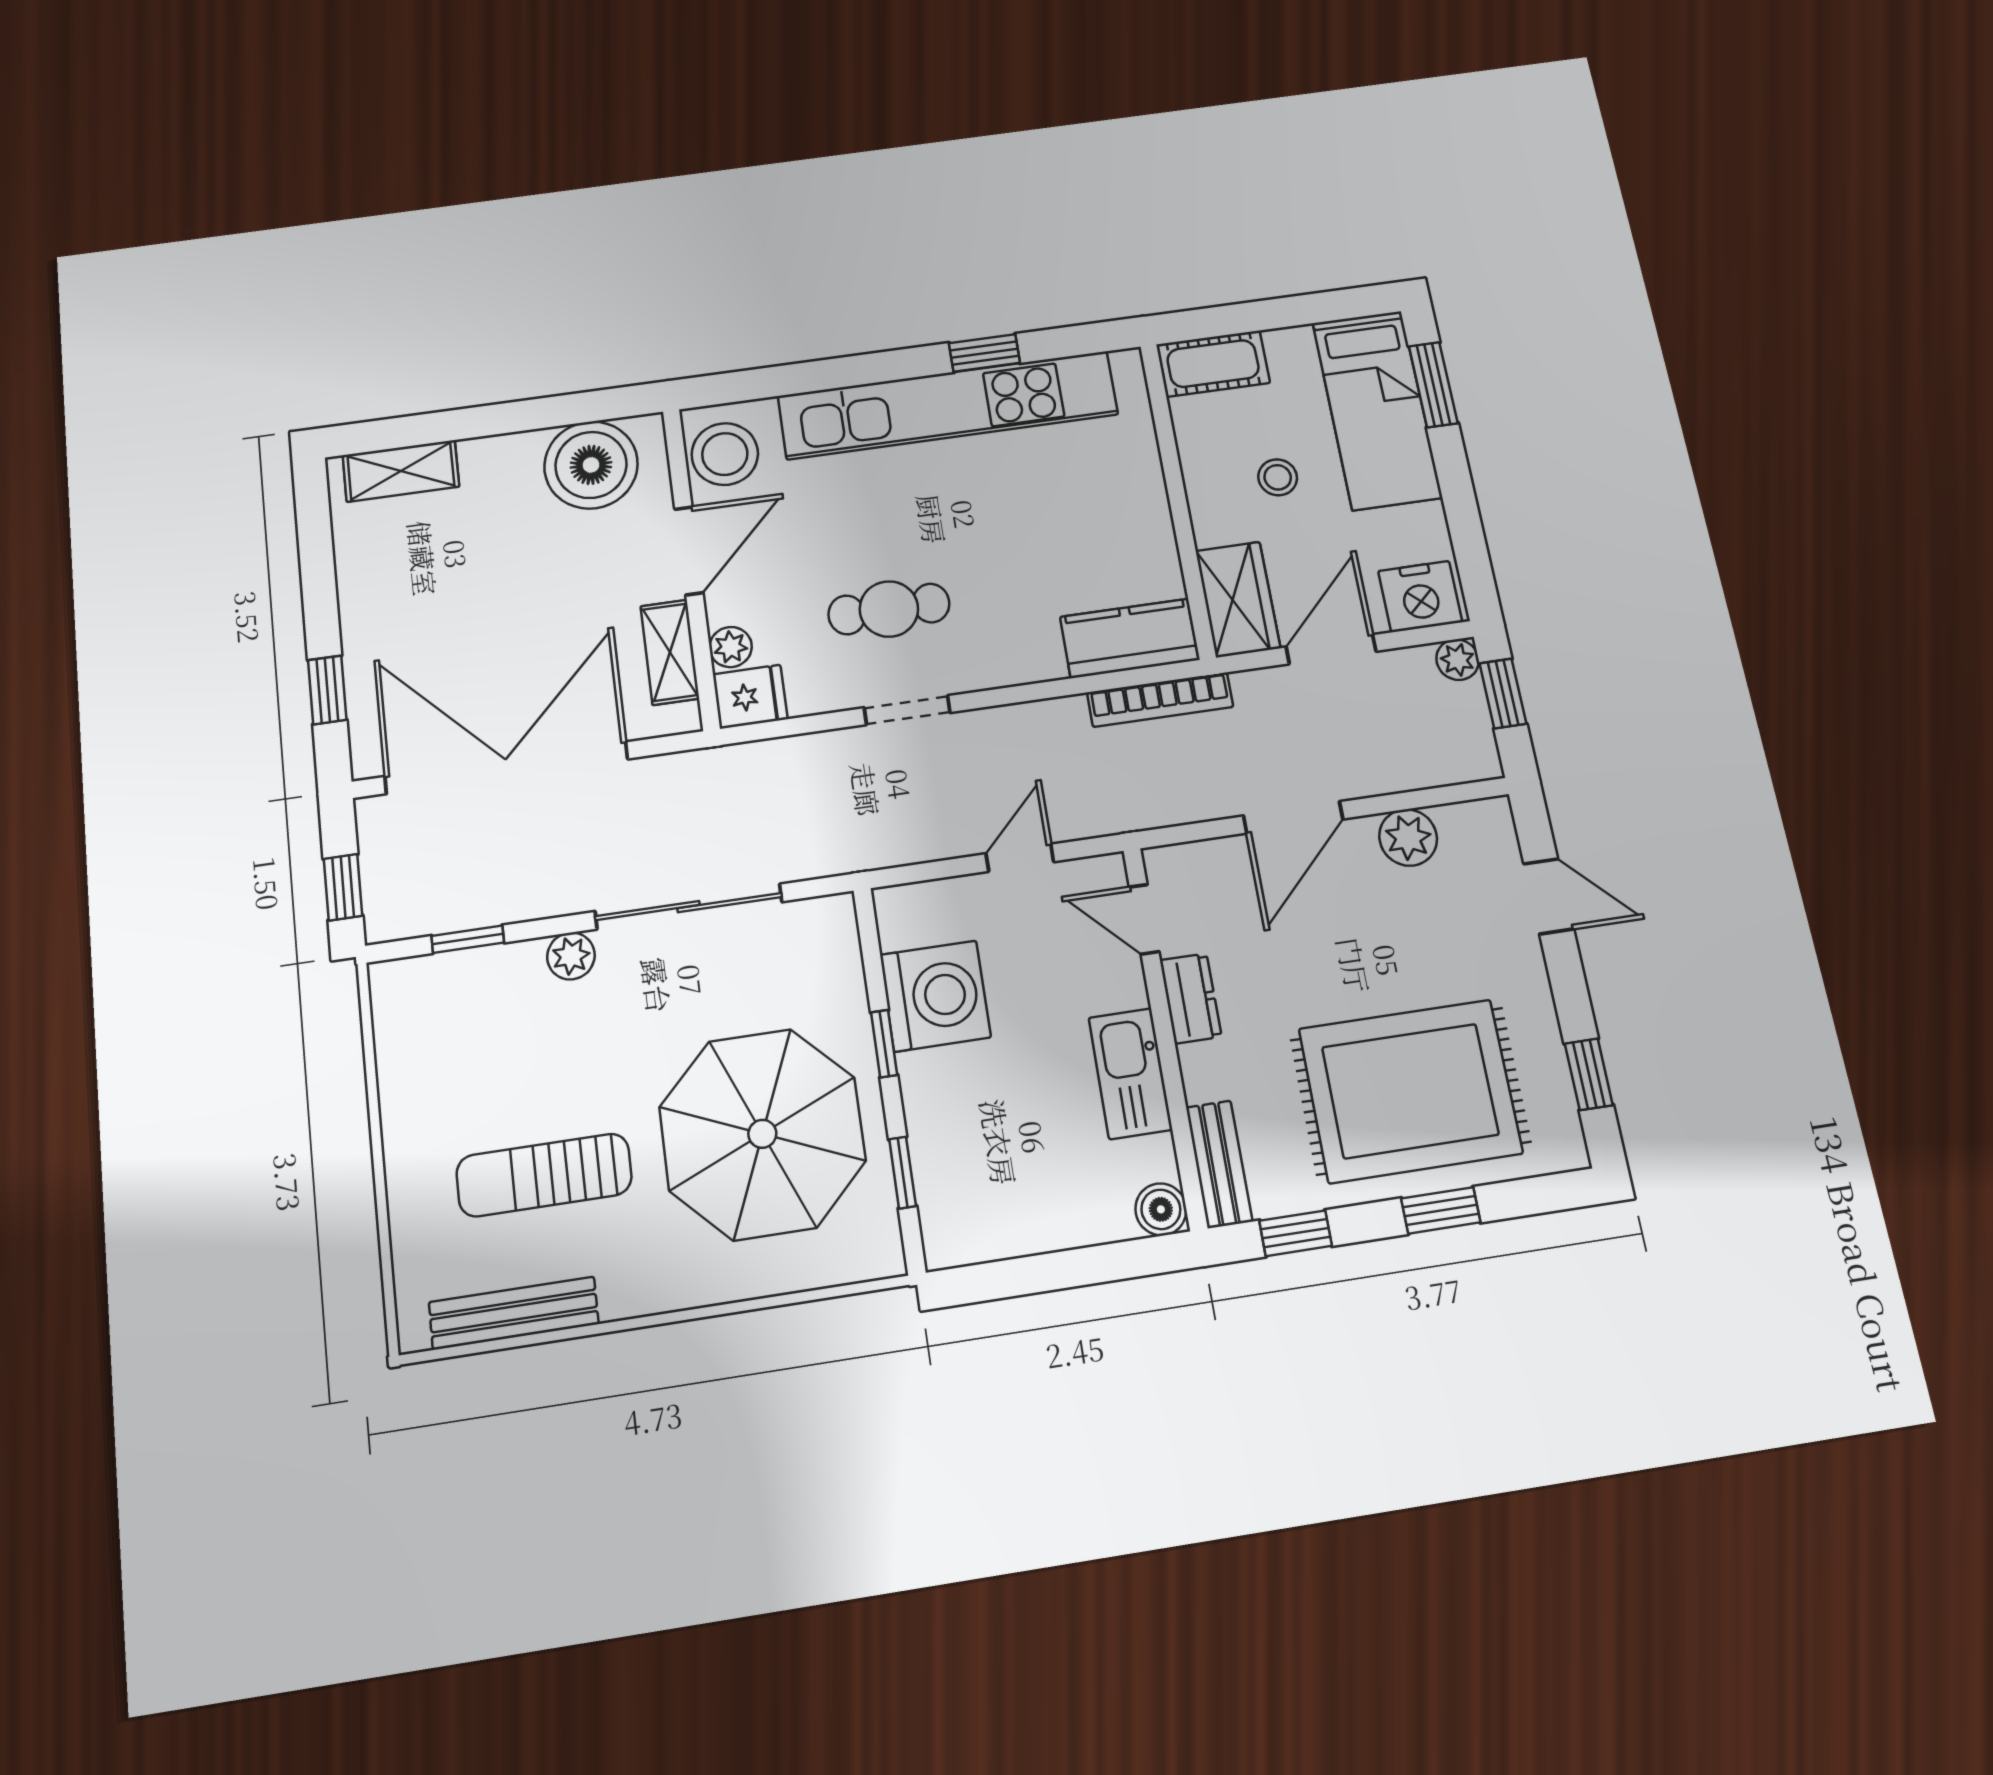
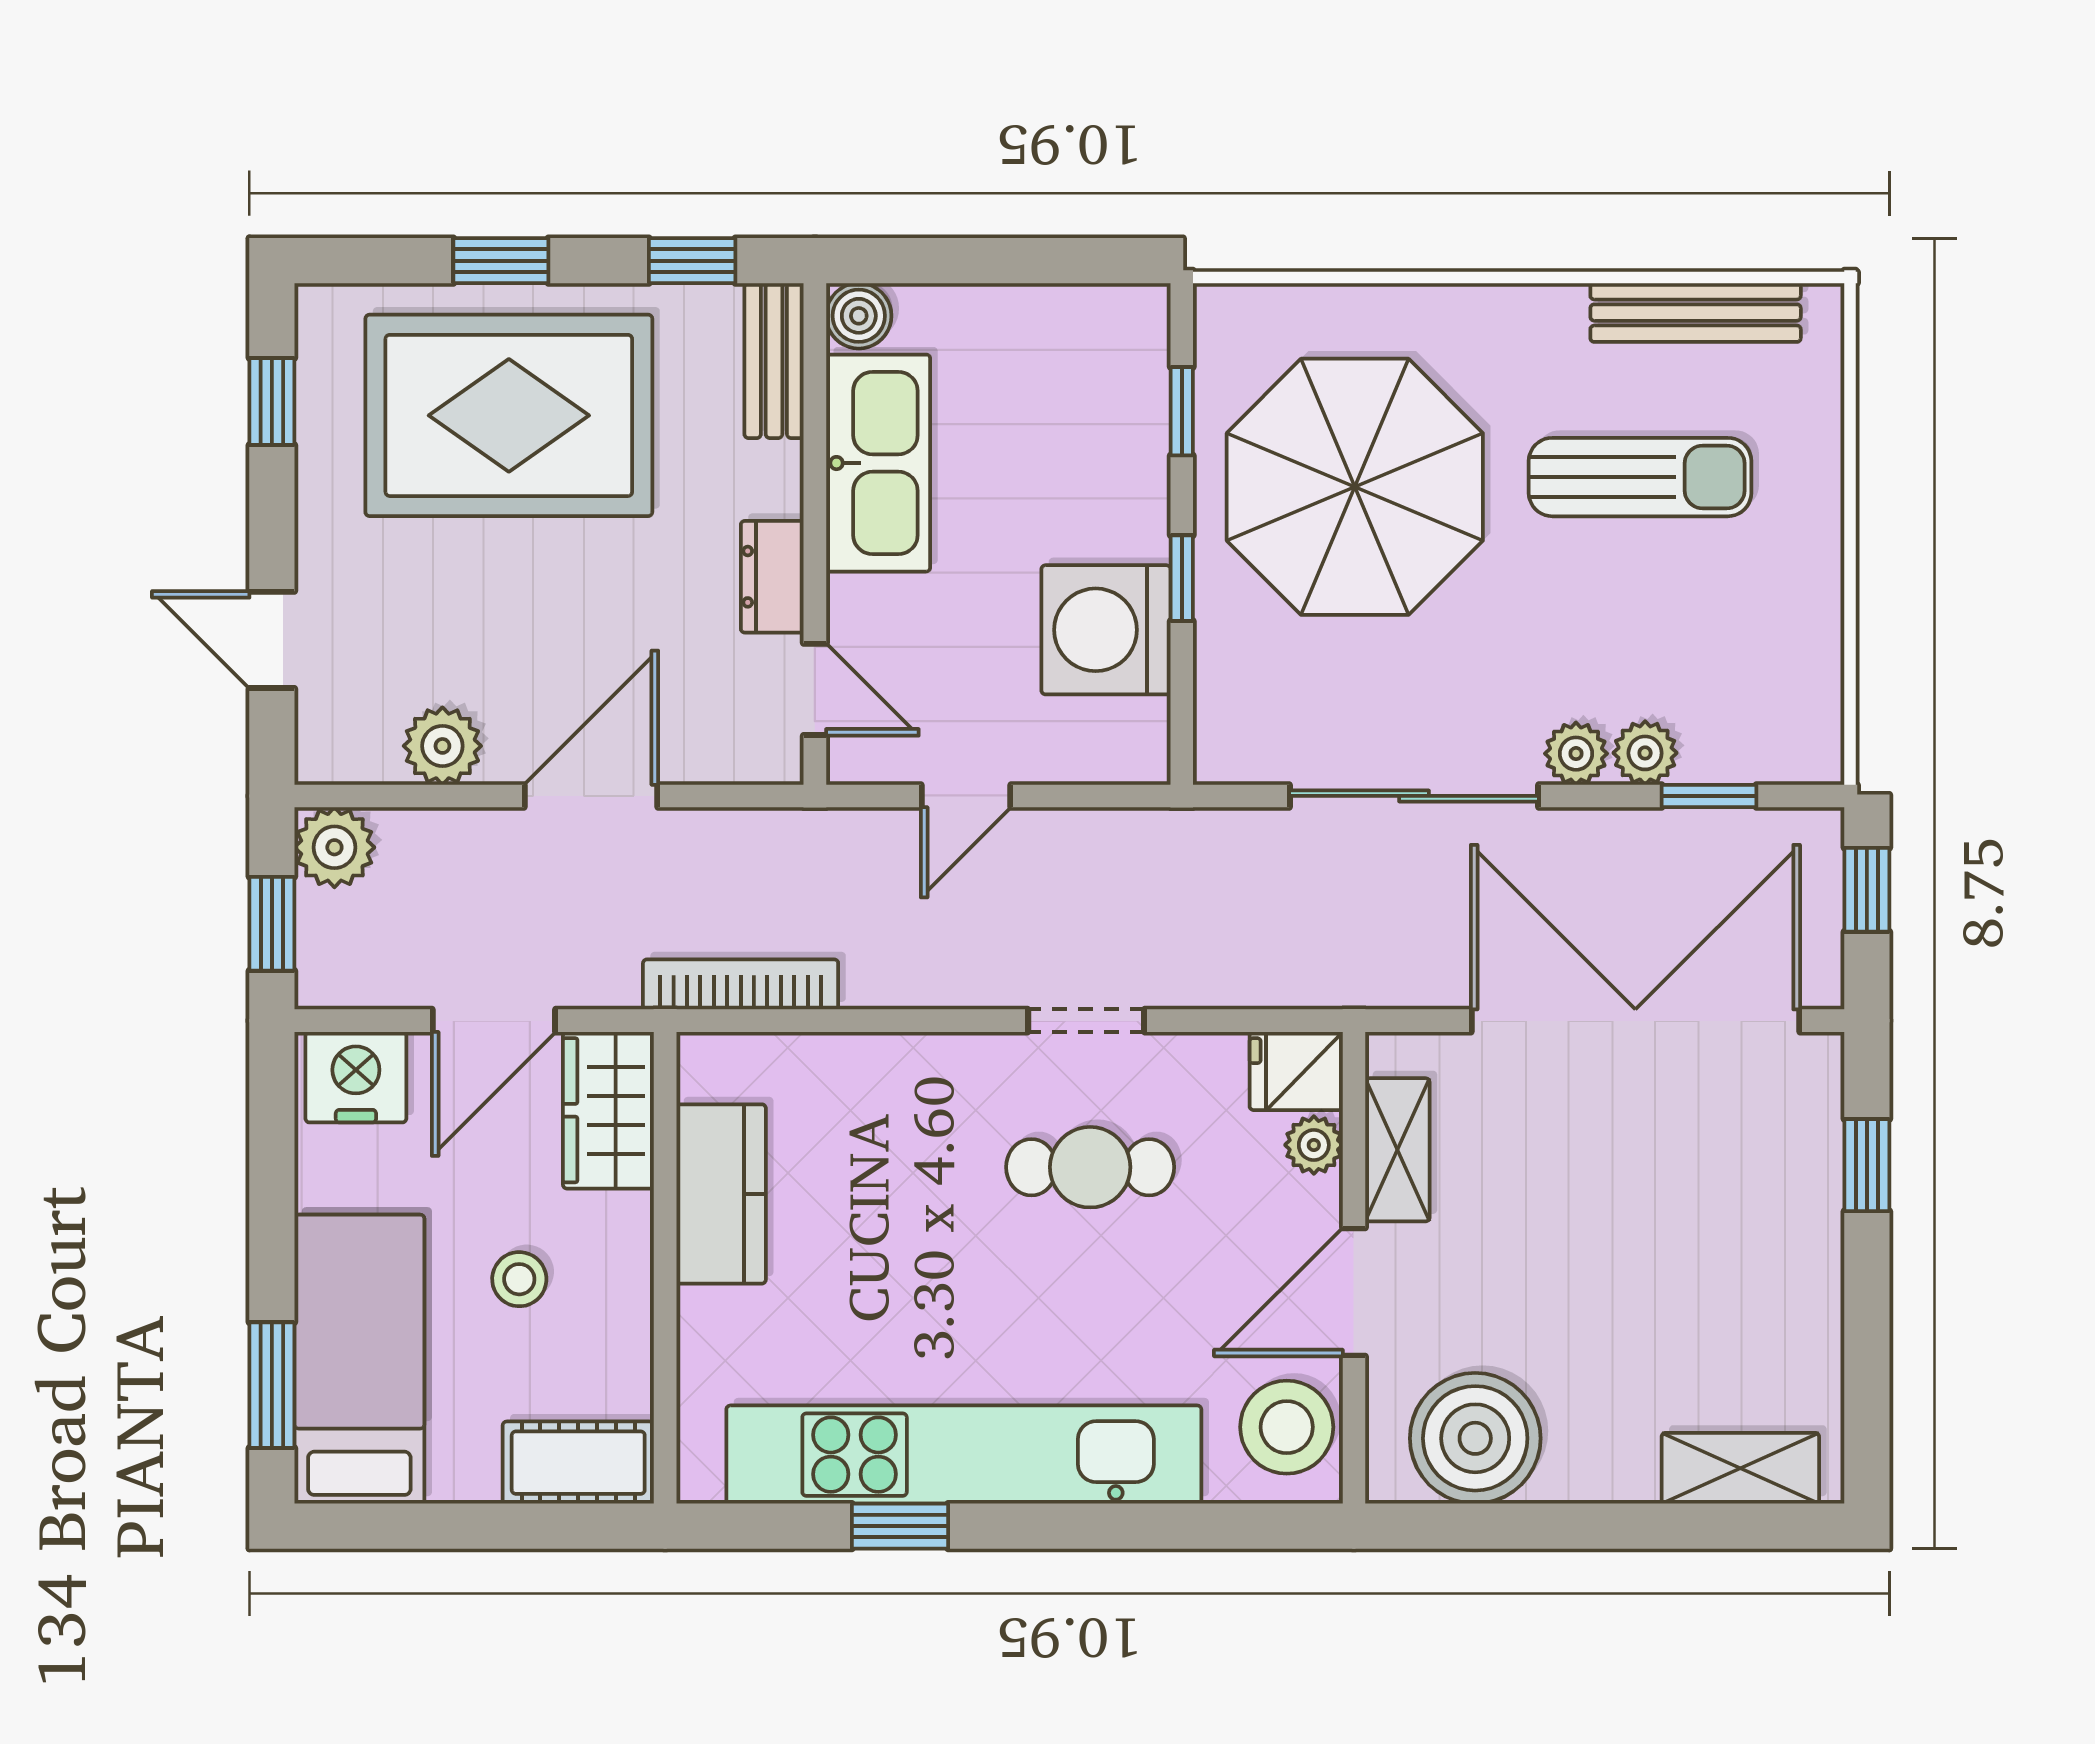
kitchen counter: (1129, 638) -> (721, 1194), moved, turned -90
plant: (1458, 660) -> (334, 847), moved, width x1.38, depth x1.38
double door: (506, 768) -> (1635, 1021), swing flipped
plant: (519, 964) -> (1645, 753), added
kitchen sink: (1130, 1074) -> (878, 463), width x1.36, depth x1.24

